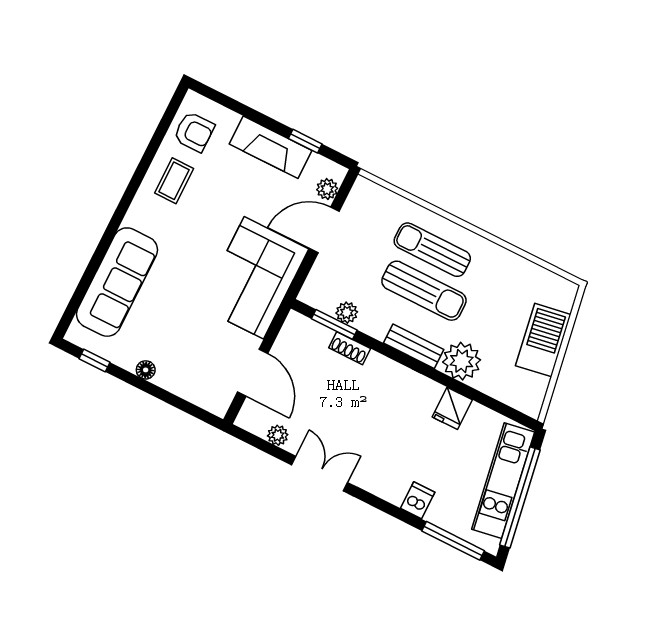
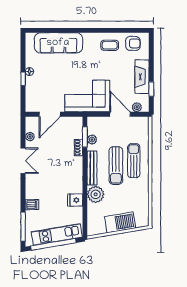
armchair: (194, 132) -> (133, 43), turned -90
bench: (414, 346) -> (92, 168), width x1.36
window: (94, 360) -> (23, 79), moved

